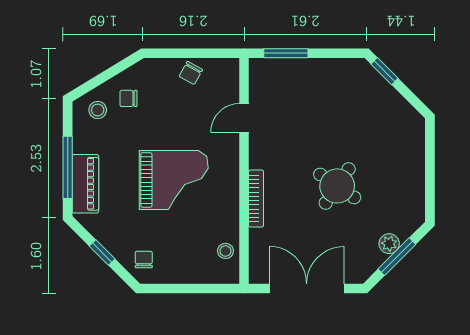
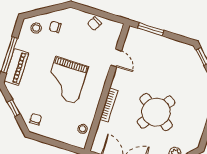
door: (244, 118) -> (116, 58), swing flipped
grand piano: (174, 180) -> (66, 80), turned 90
round table: (337, 186) -> (156, 112), width x1.36, depth x1.36

